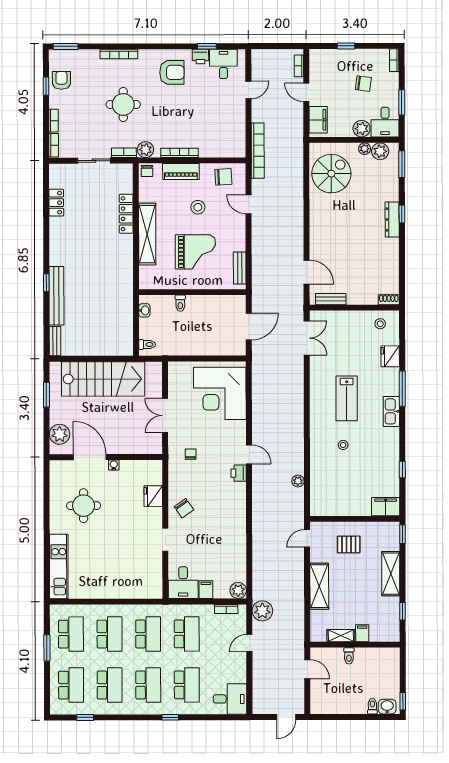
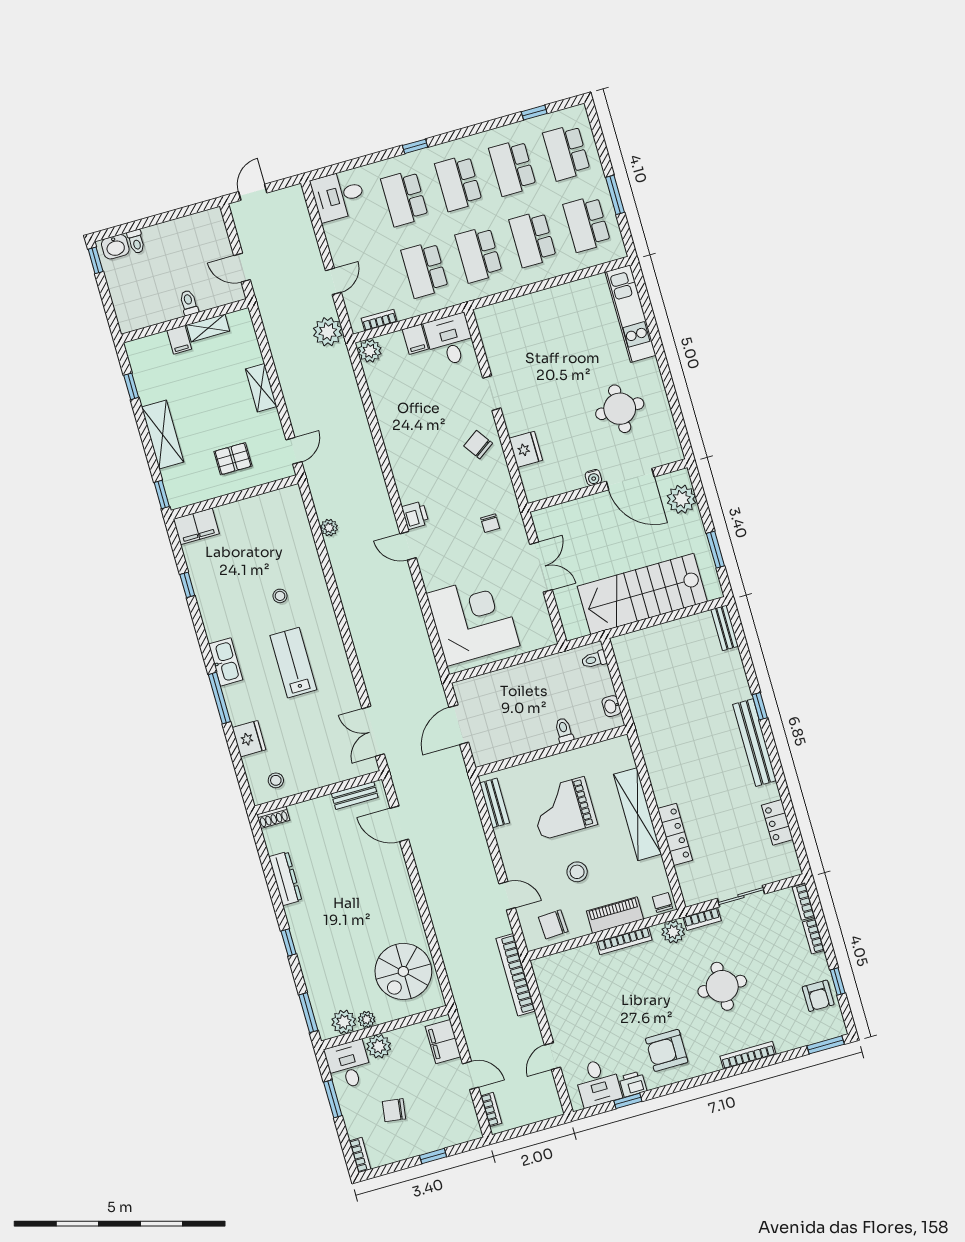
dresser: (392, 219) -> (285, 879), moved
bench: (56, 296) -> (755, 743), moved
shelving: (319, 586) -> (261, 388), width x0.67, depth x0.75

